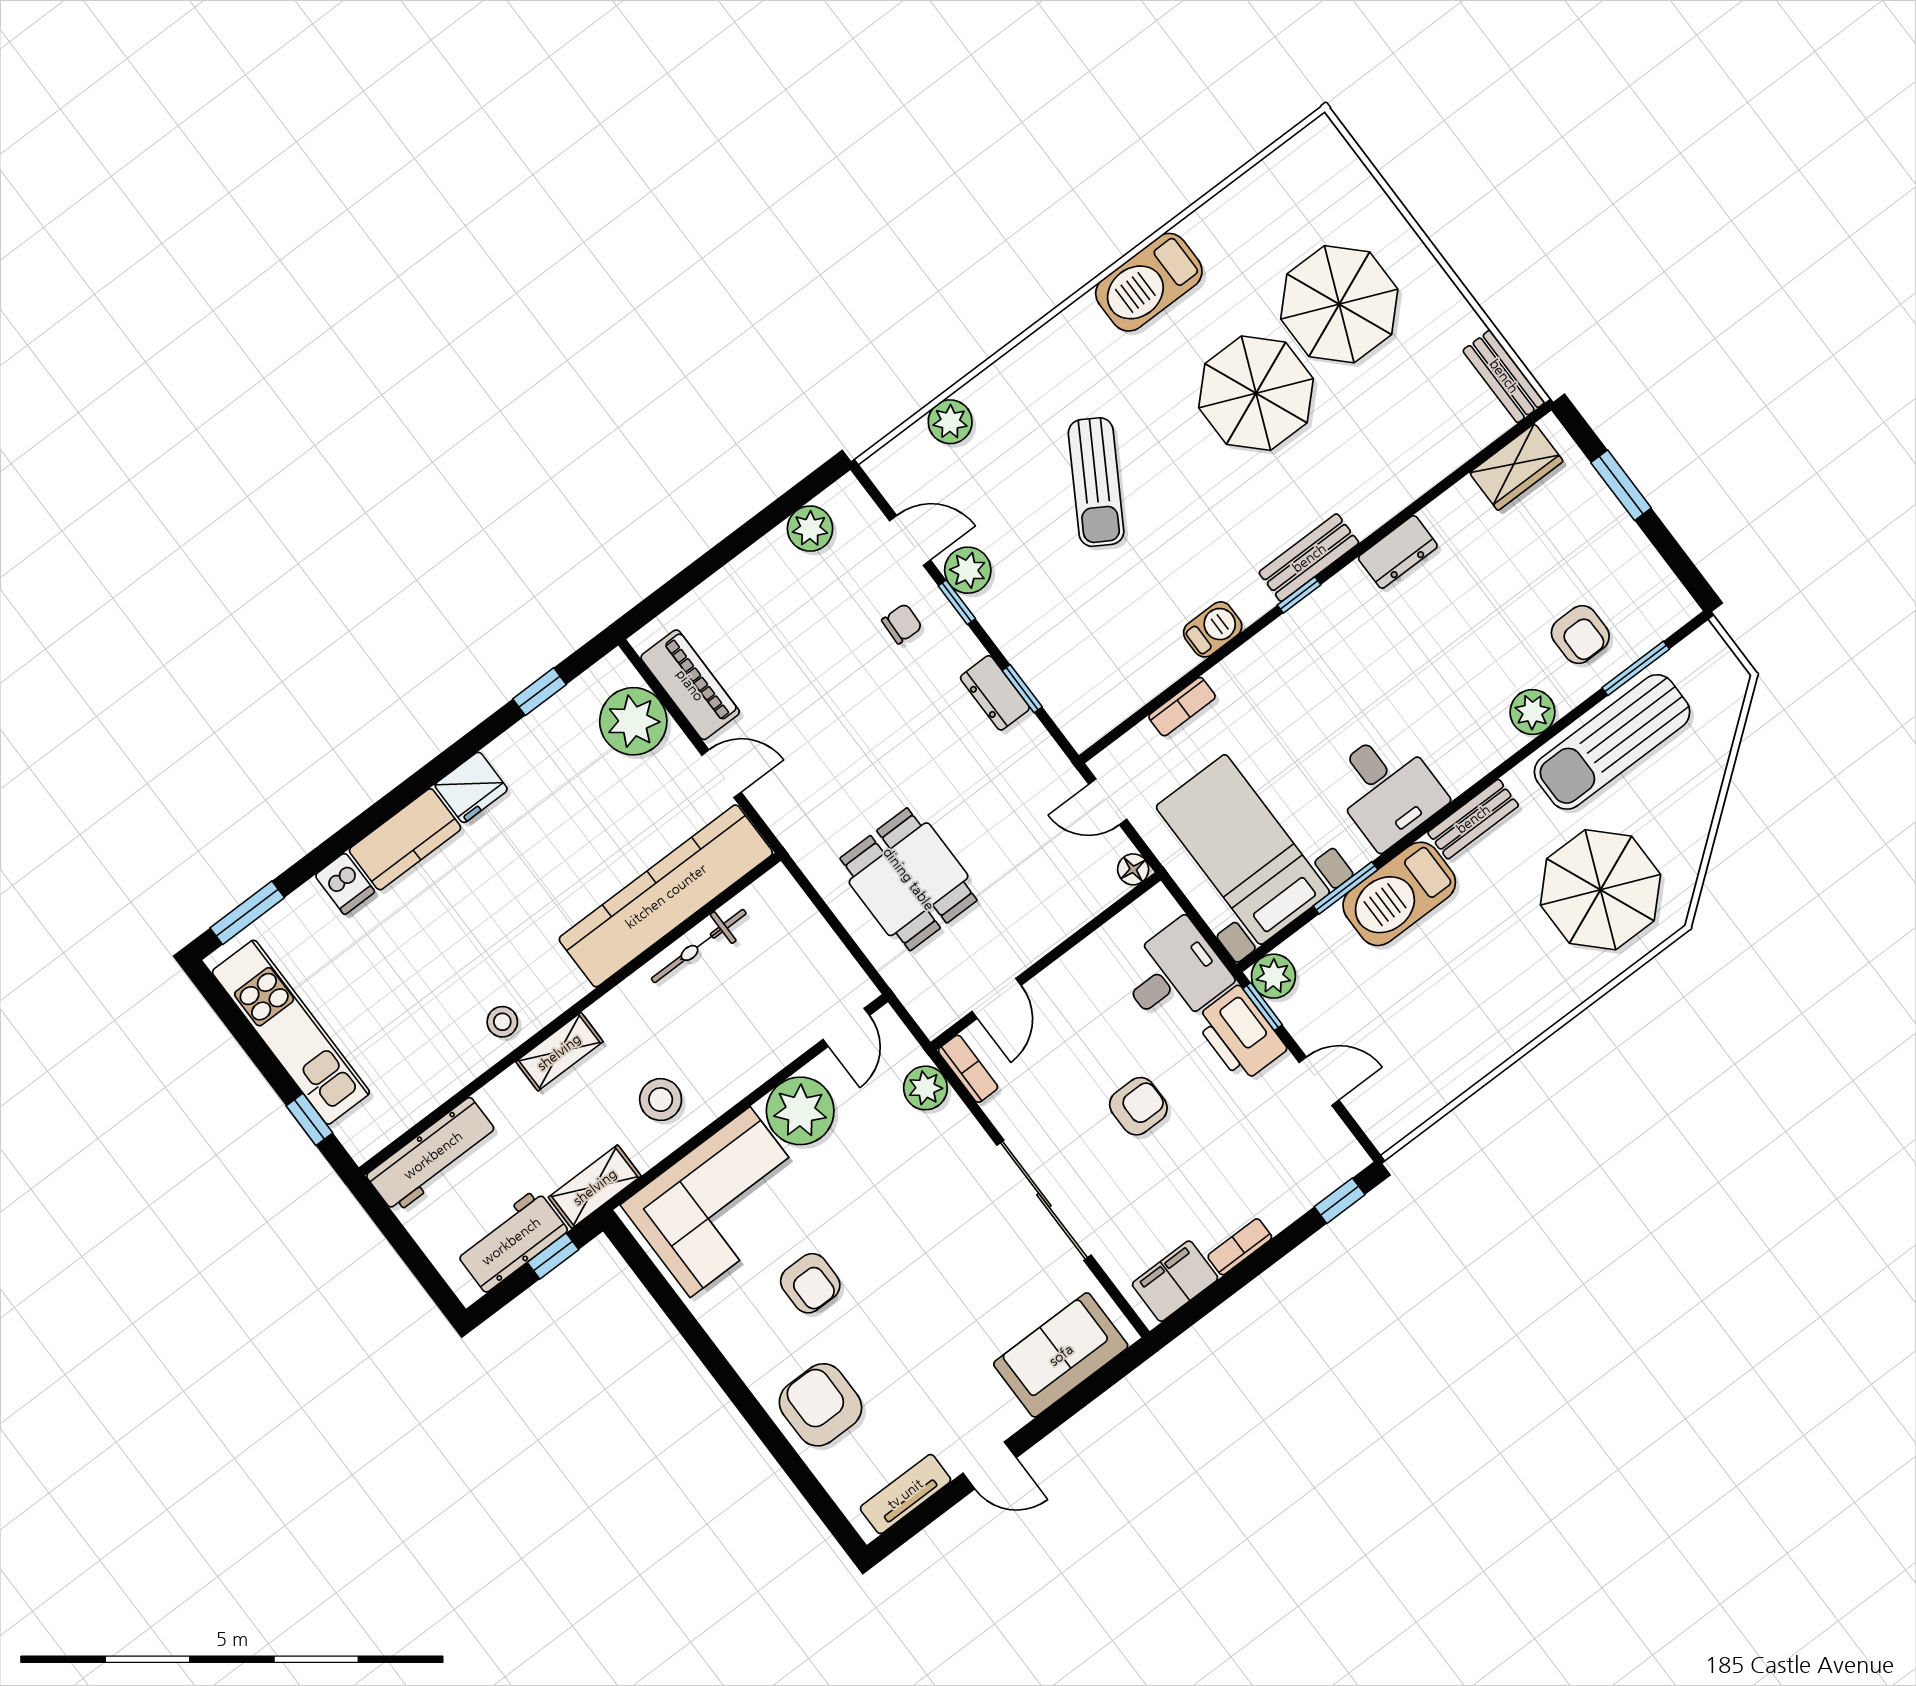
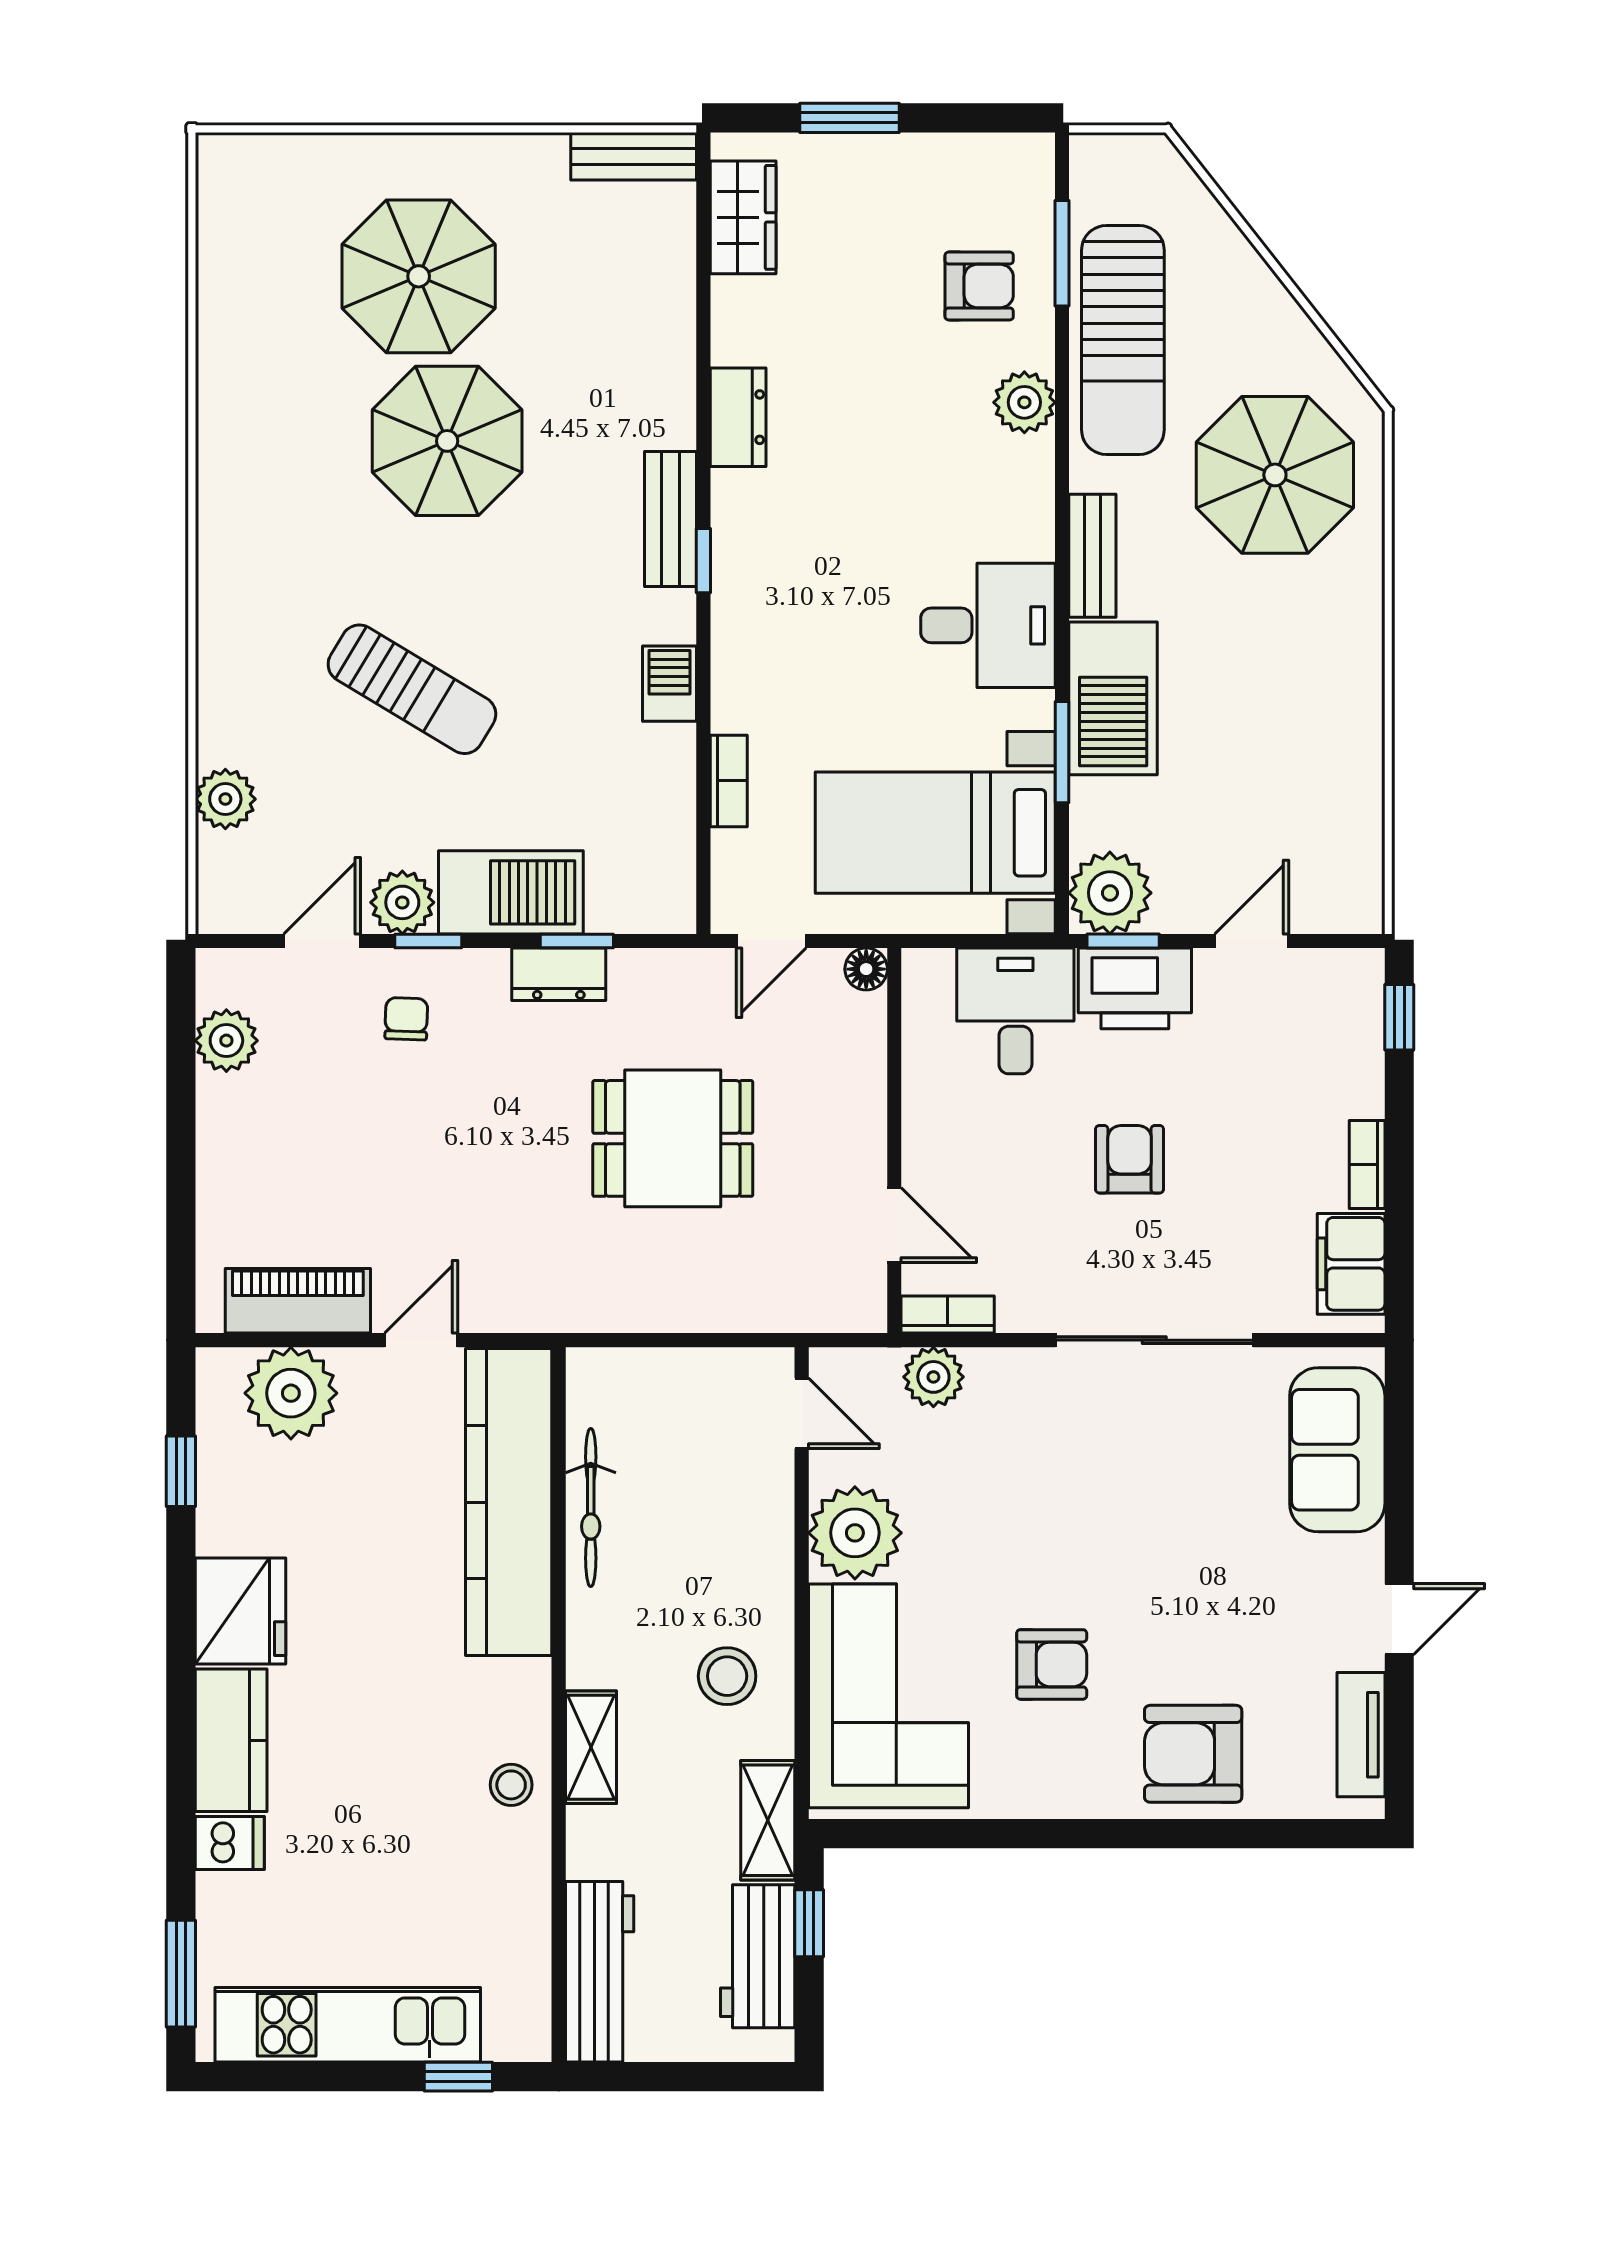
barbecue: (1149, 282) -> (511, 892), moved, turned -90
fridge: (471, 787) -> (240, 1611), width x1.36, depth x1.34
dining table: (909, 879) -> (673, 1138), moved
plant: (1273, 976) -> (1110, 893), width x1.36, depth x1.36

